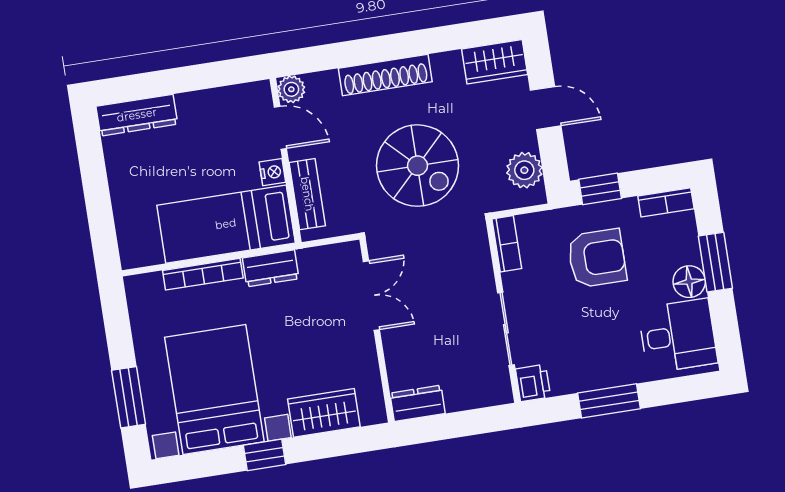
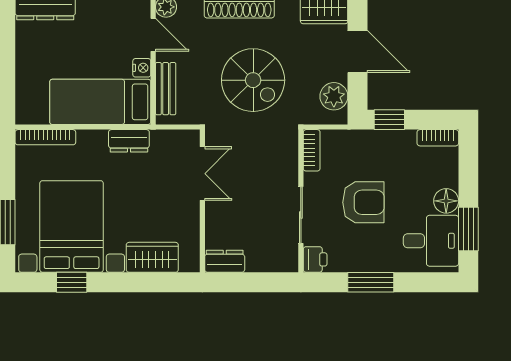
door: (546, 108) -> (358, 51), width x1.37
armchair: (597, 258) -> (363, 202), moved
window: (715, 262) -> (468, 229), moved
bookcase: (203, 274) -> (45, 137), moved
window: (264, 455) -> (72, 282), moved

